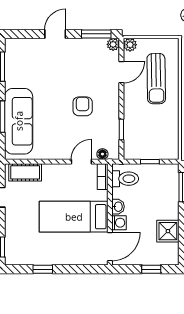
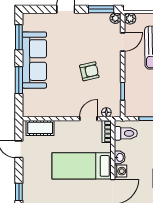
armchair: (83, 106) -> (89, 71), turned 77
sofa: (19, 121) -> (34, 60), moved

